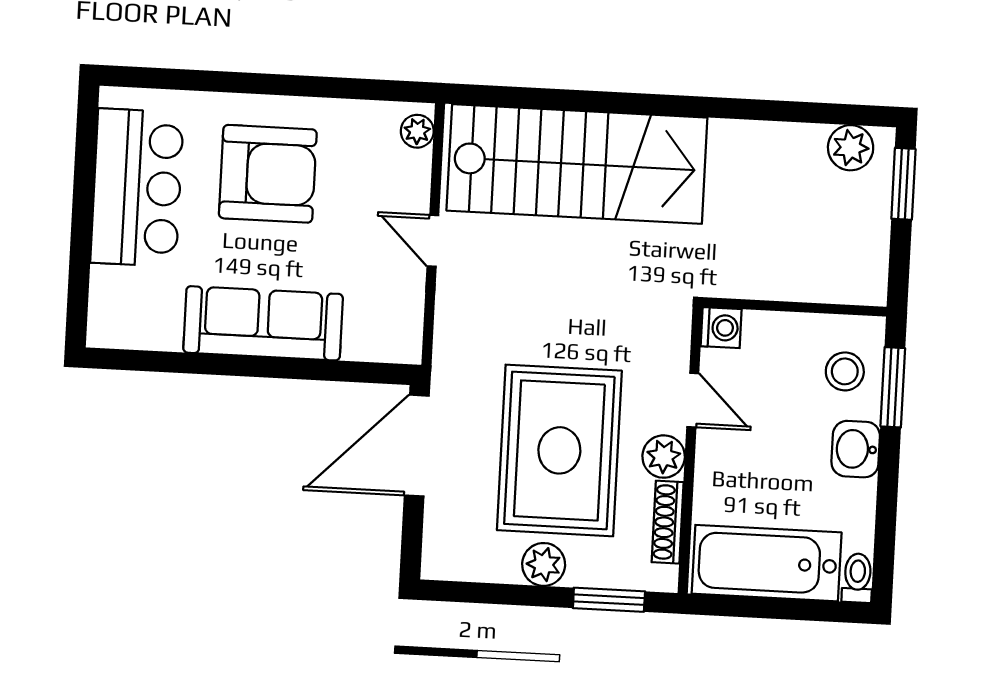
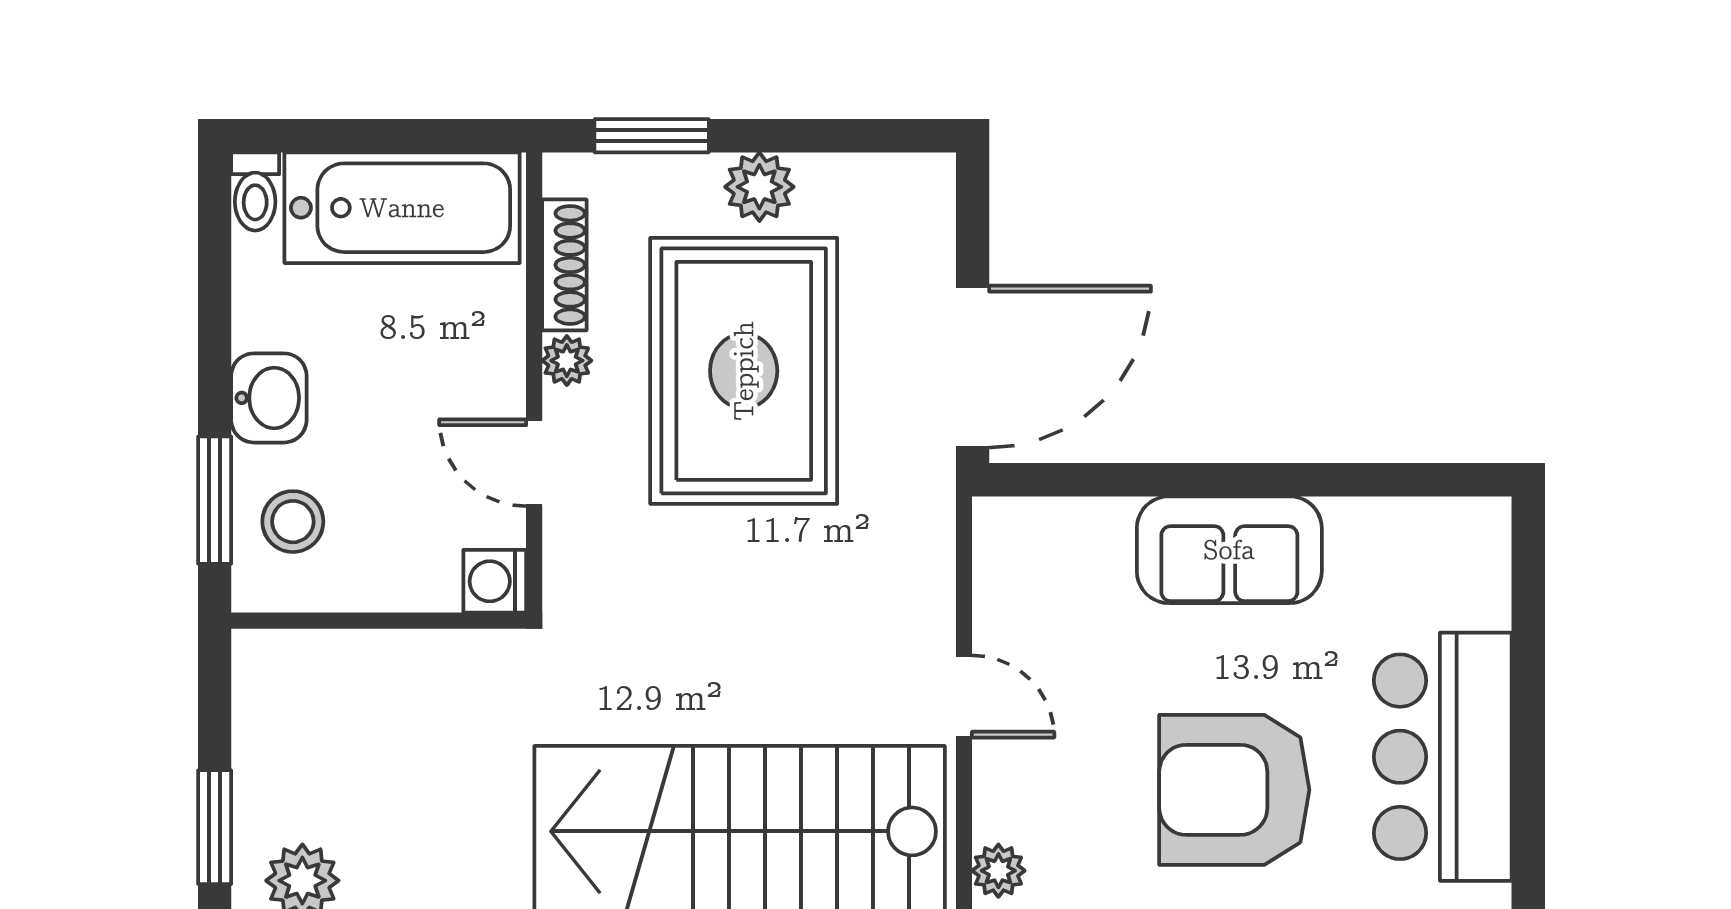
sofa: (263, 323) -> (1229, 550), width x0.73
plant: (664, 457) -> (567, 361), width x0.73, depth x0.73

